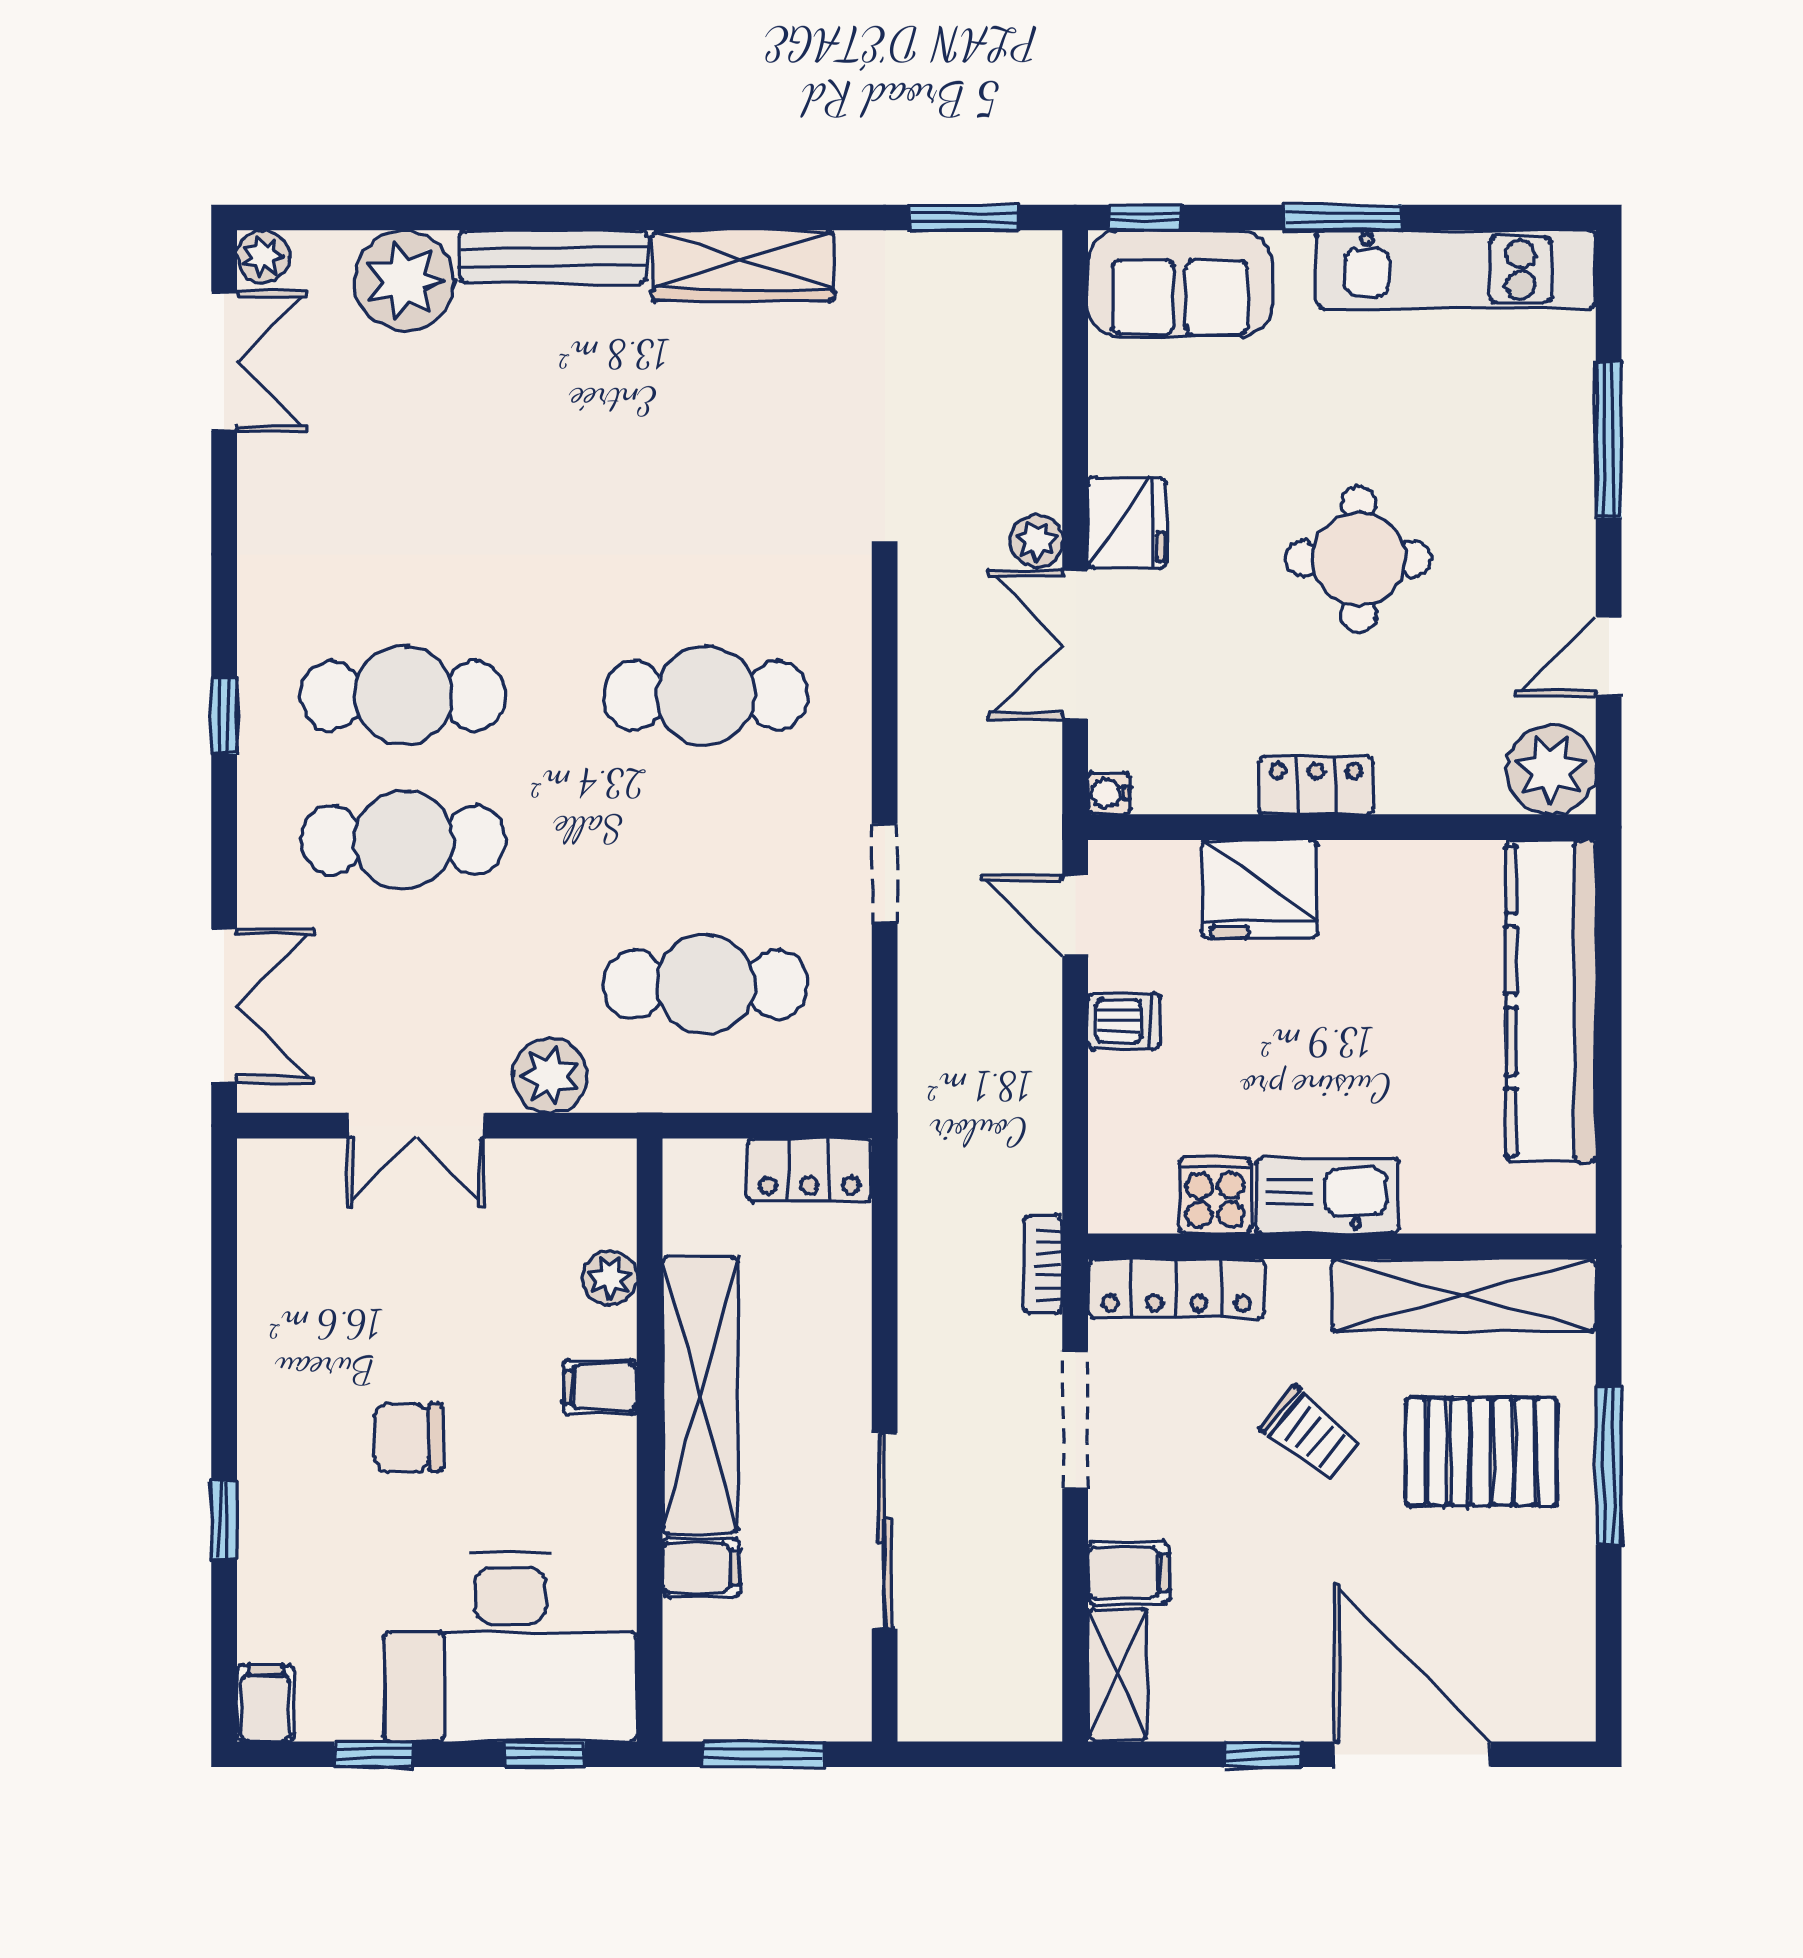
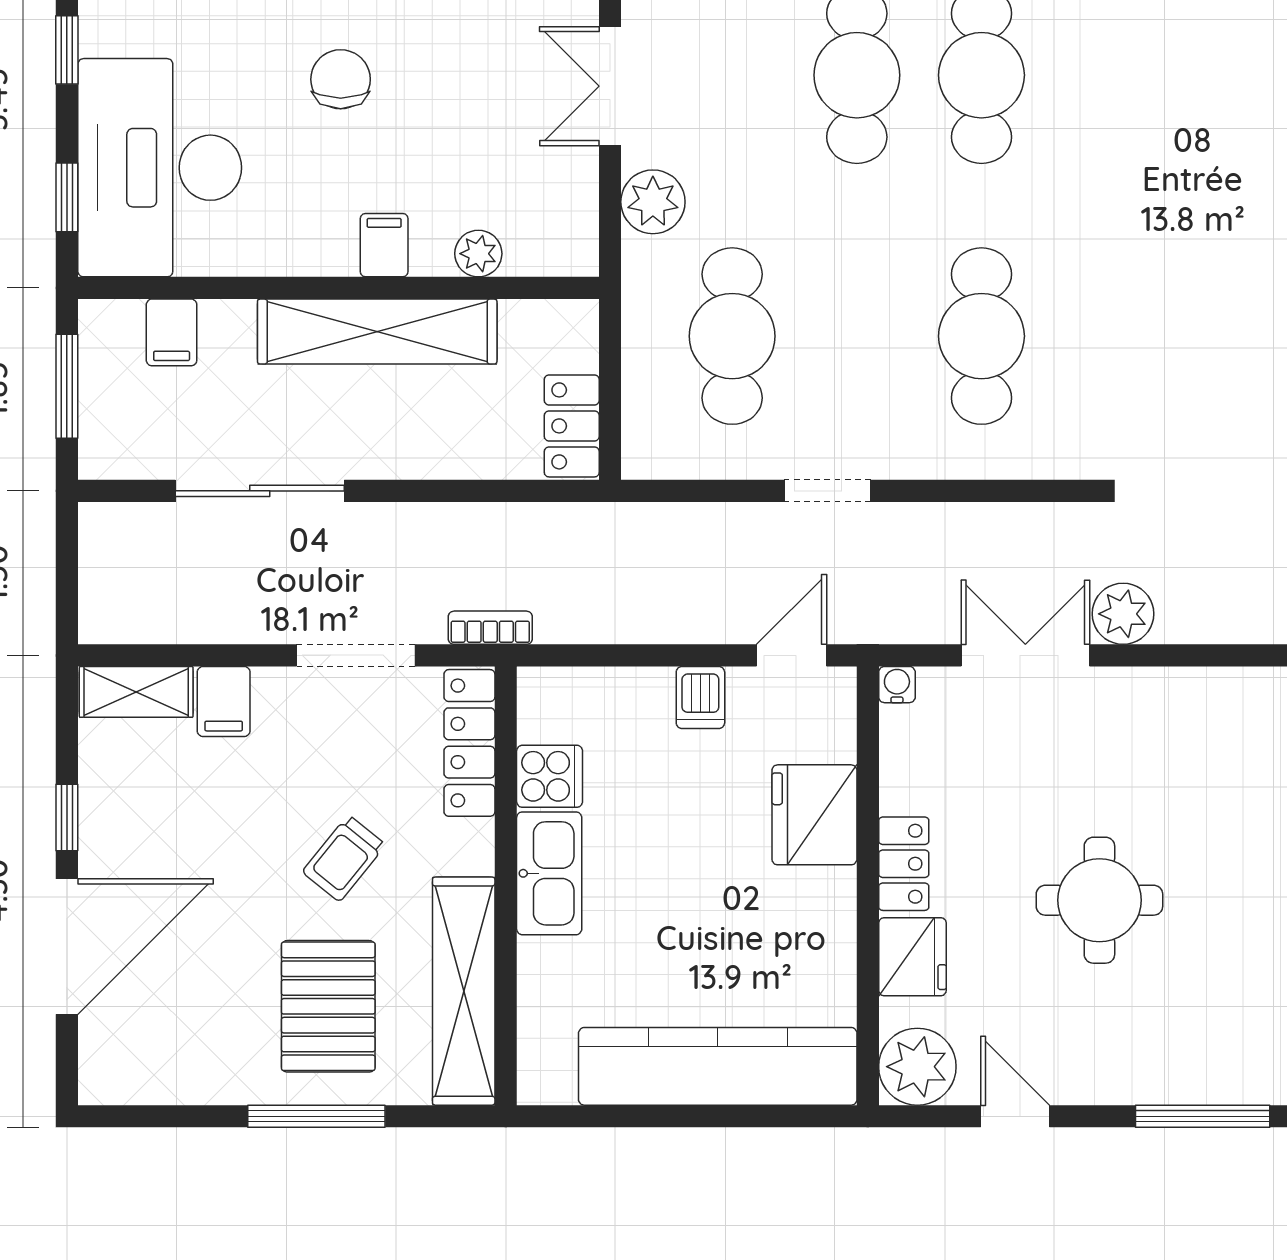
fridge: (1127, 523) -> (912, 957), moved, turned -90
plant: (1037, 541) -> (1123, 614), width x1.38, depth x1.38
filing cabinet: (701, 1568) -> (172, 332), moved

